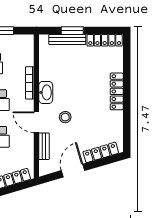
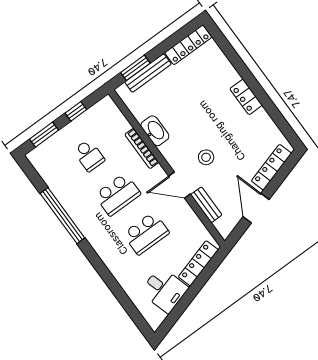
window: (72, 31) -> (135, 68), moved
locker: (117, 91) -> (246, 97), width x0.66
washbasin: (46, 92) -> (155, 131), moved

